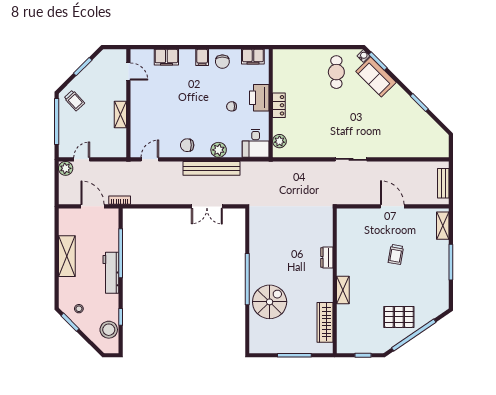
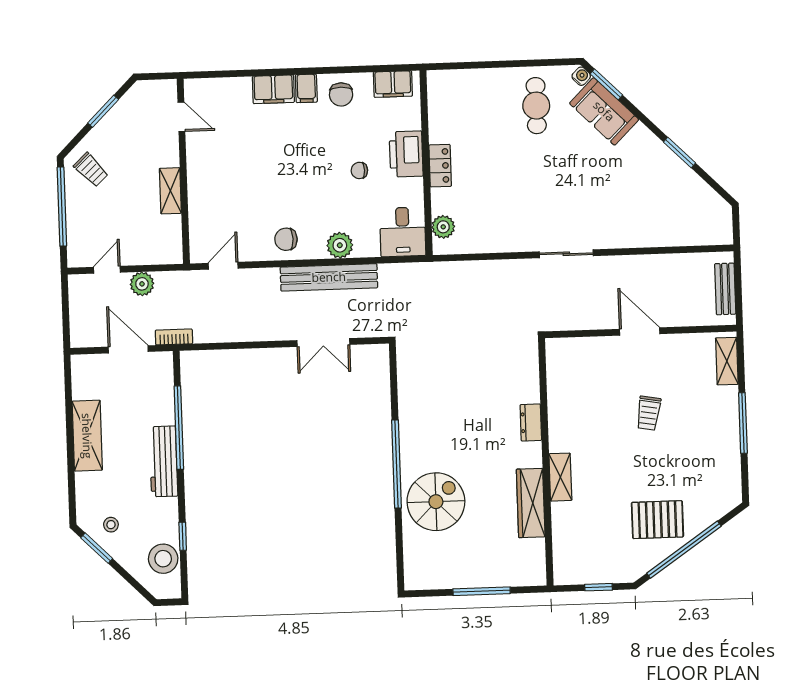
filing cabinet: (166, 57) -> (273, 89), moved
plant: (66, 168) -> (142, 284), moved
wardrobe: (325, 322) -> (531, 503), moved

